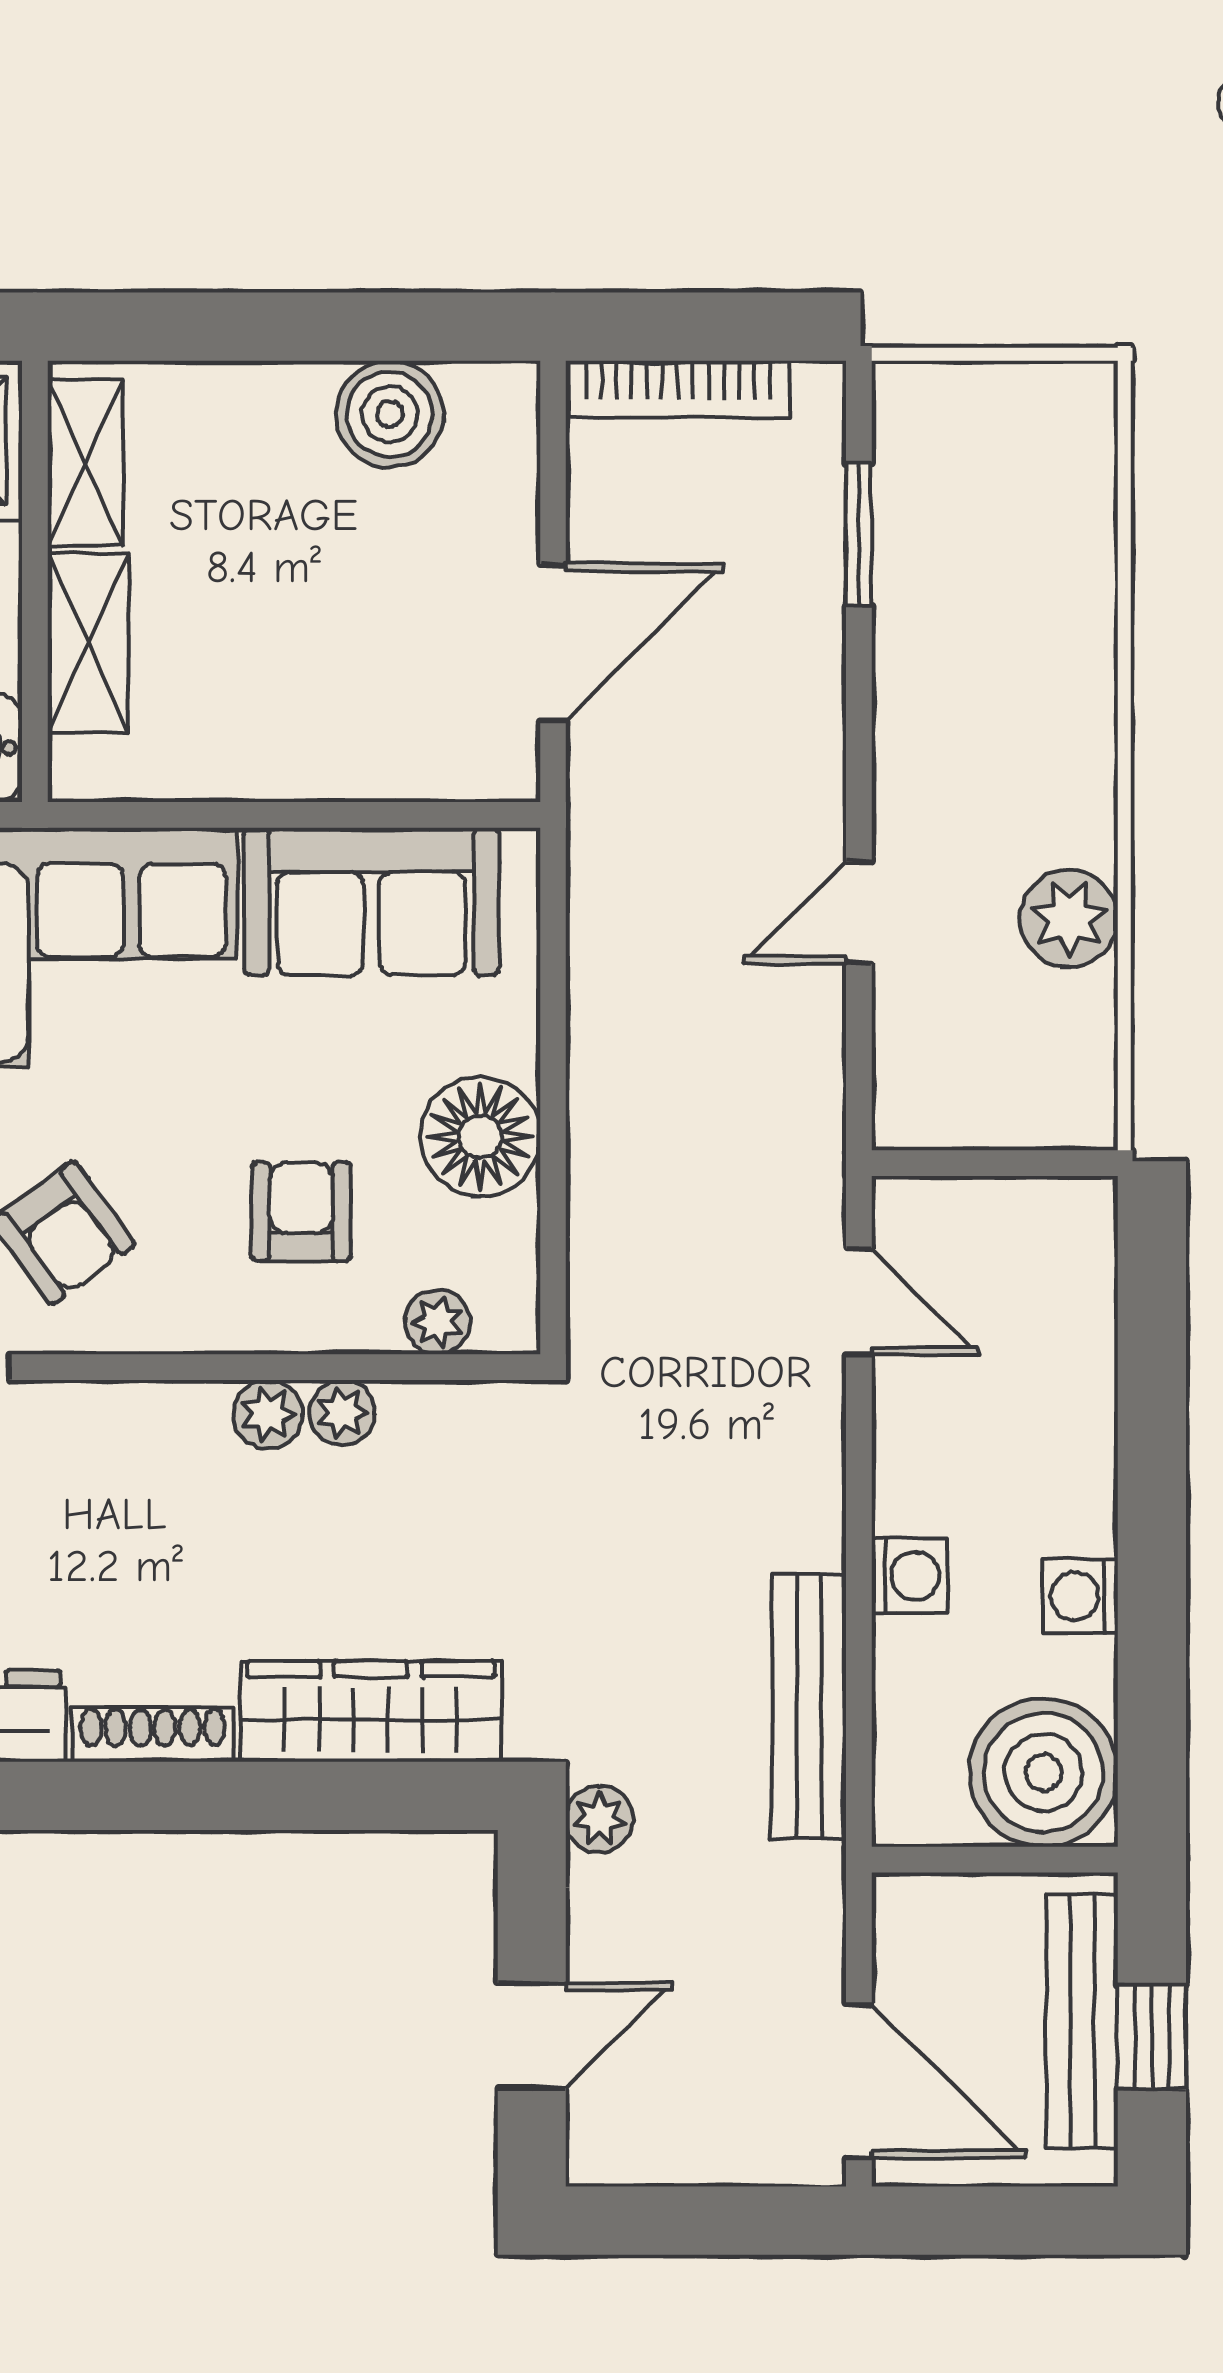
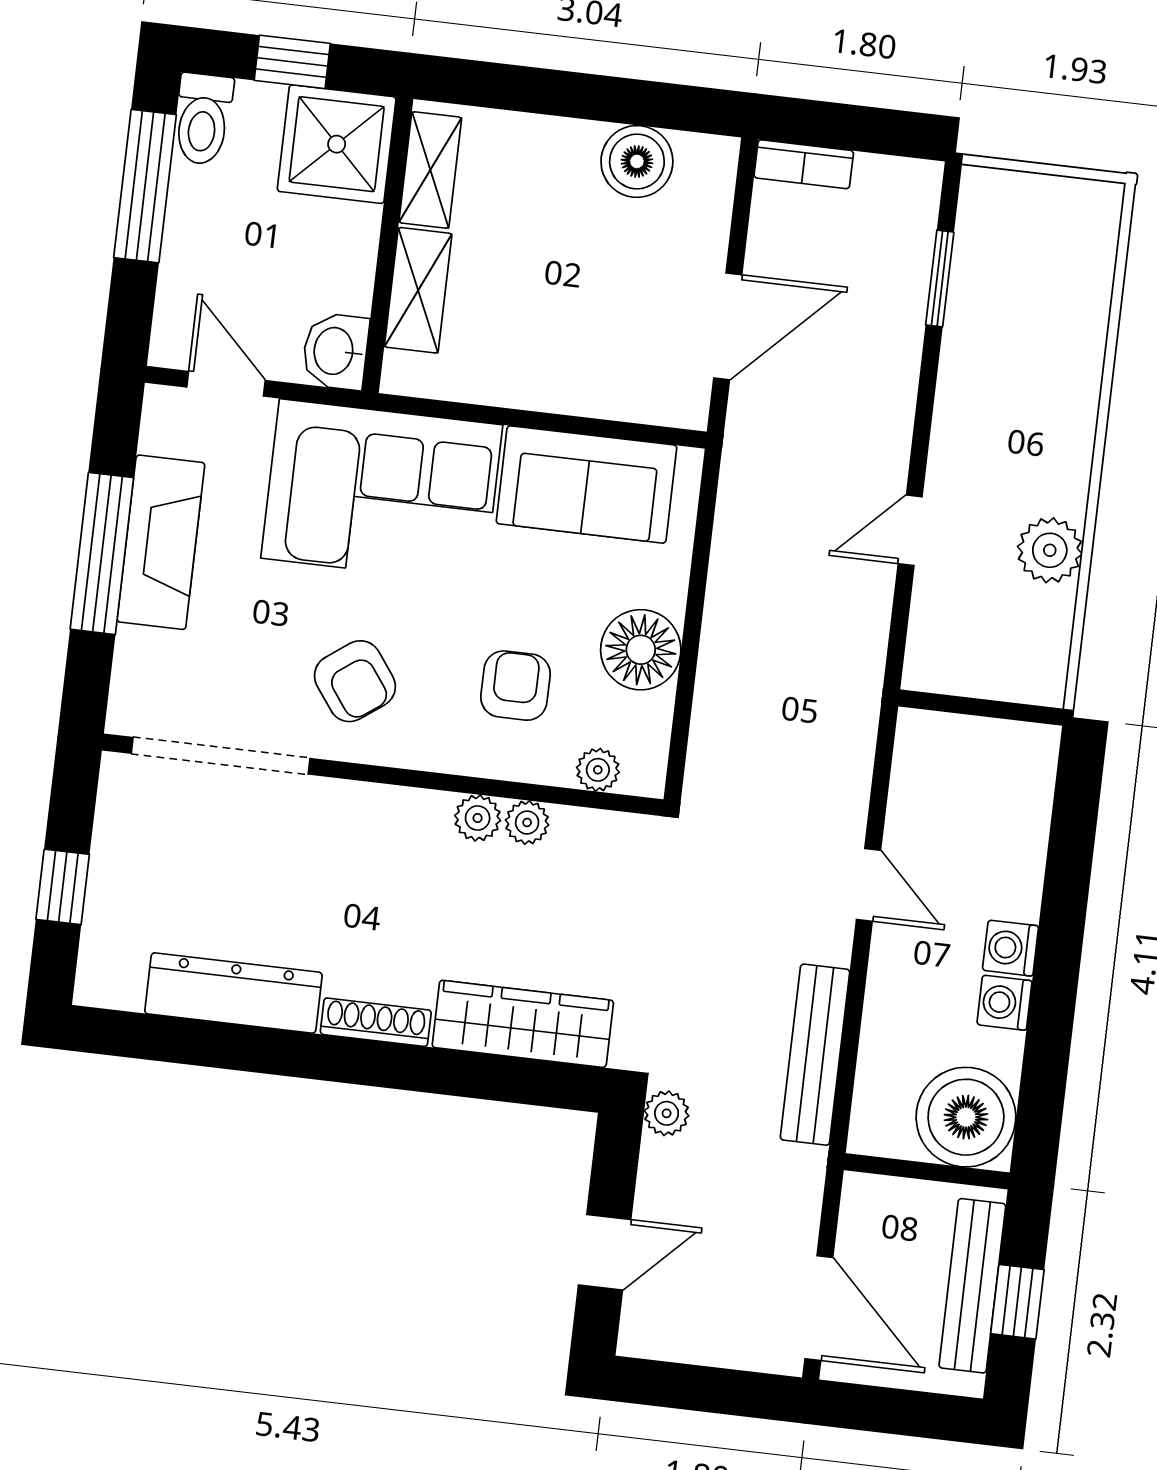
bookcase: (678, 389) -> (804, 164), width x0.64
door: (859, 1302) -> (869, 885), moved
washing machine: (909, 1576) -> (1010, 948), moved, turned 180

